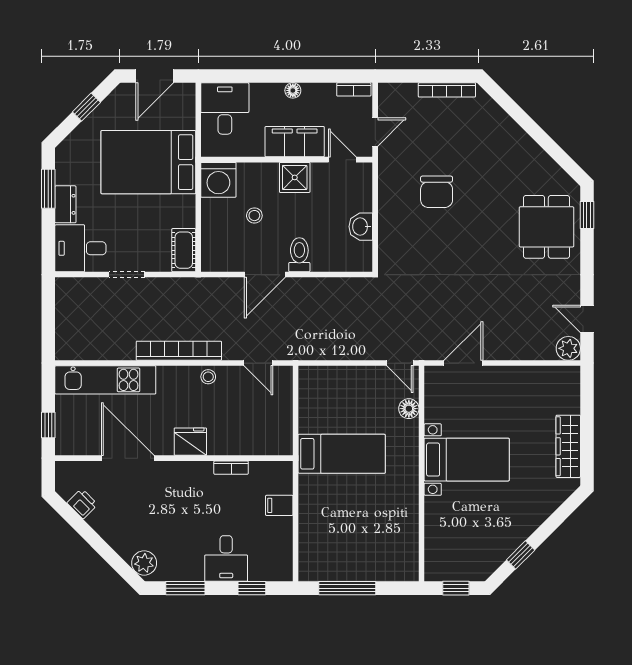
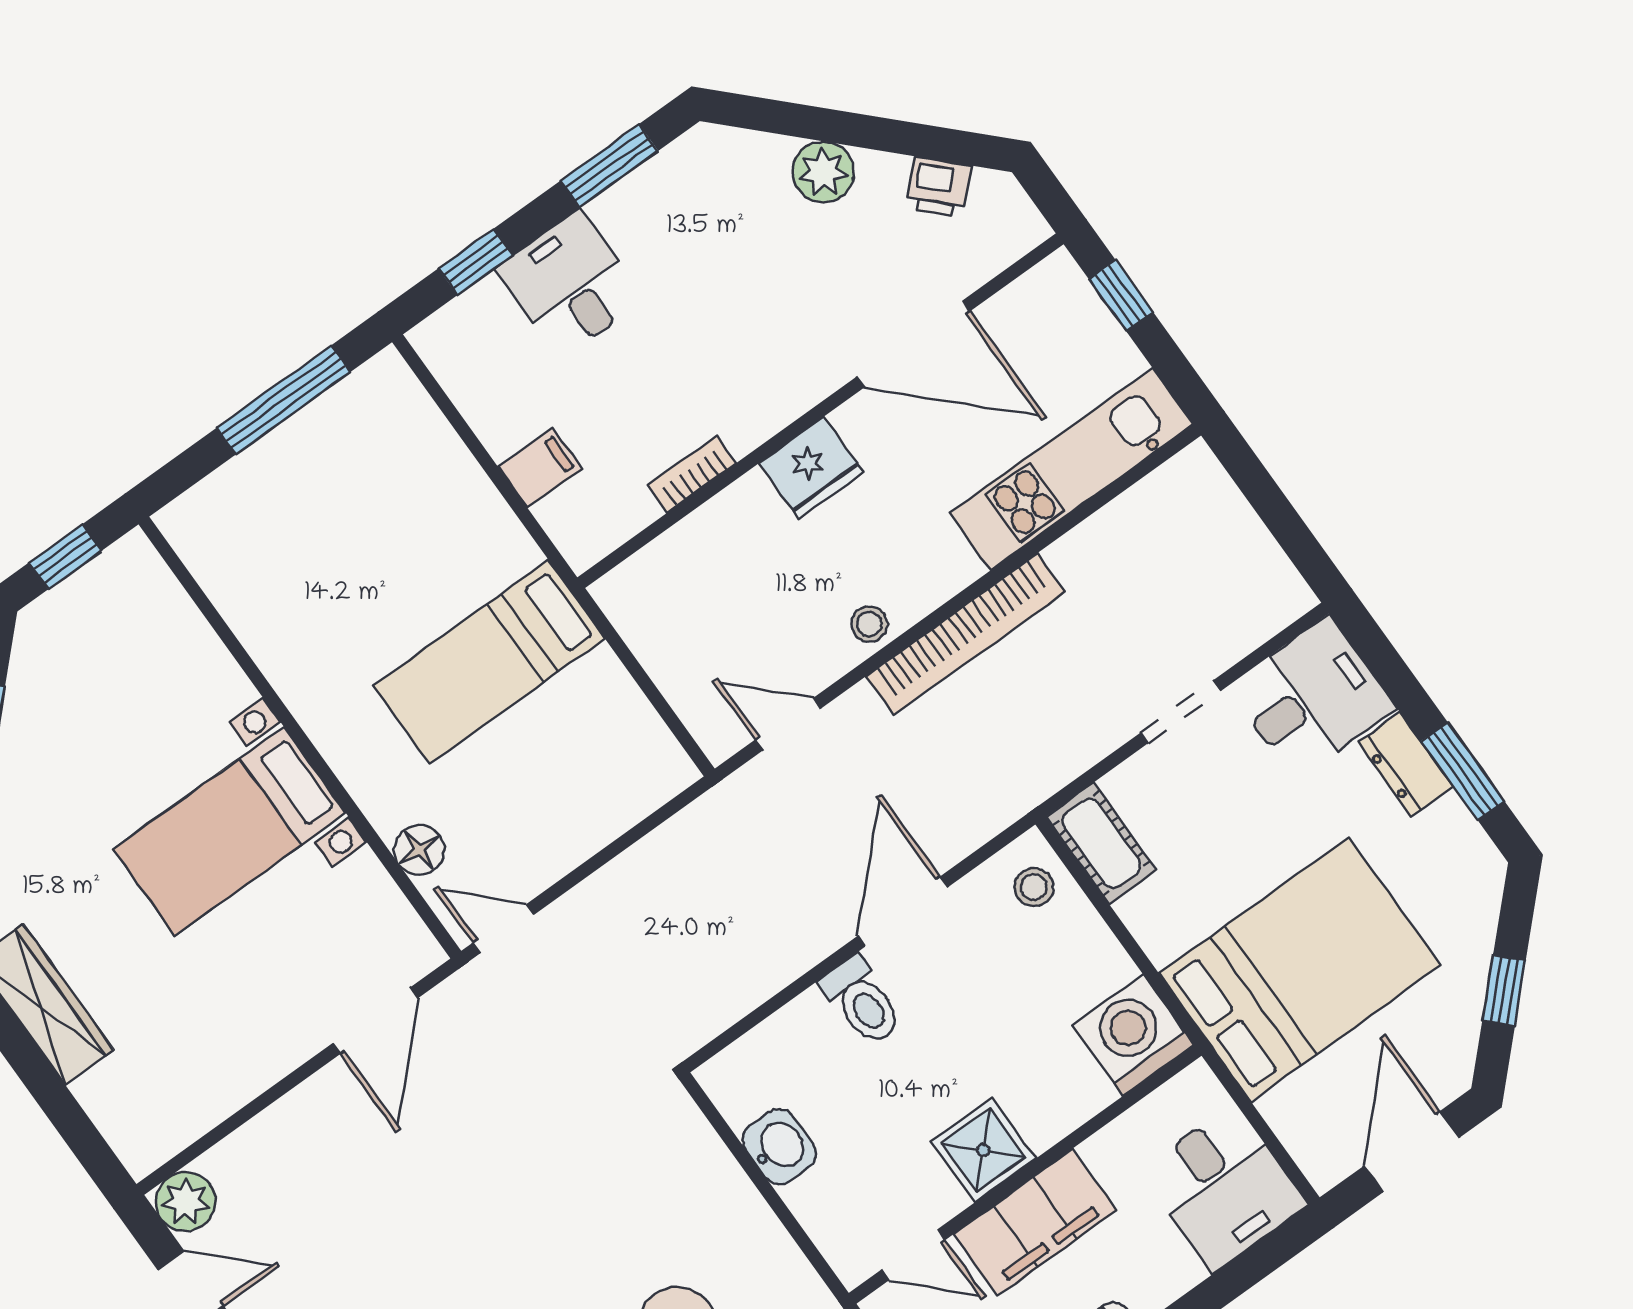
stool: (254, 216) -> (1034, 887), moved
plant: (144, 563) -> (823, 172), moved

